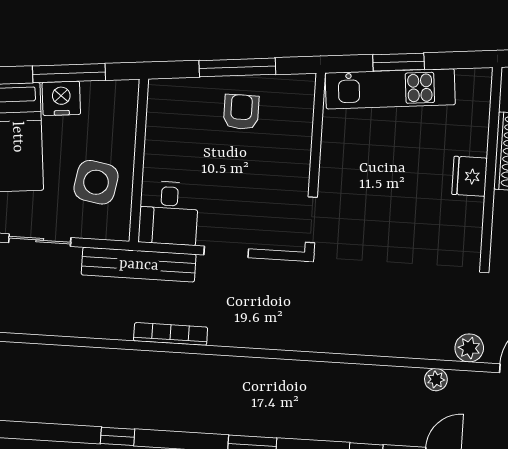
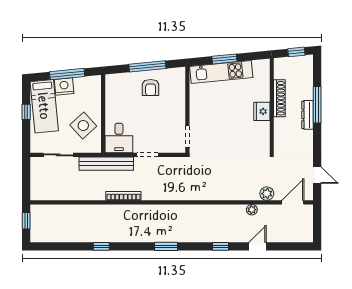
armchair: (241, 112) -> (151, 87), turned 180
side table: (96, 182) -> (83, 126), turned 38

